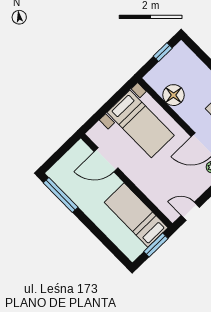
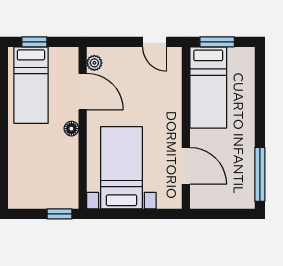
window: (163, 52) -> (60, 214), moved
floor lamp: (174, 95) -> (71, 129), moved, width x0.53, depth x0.53

